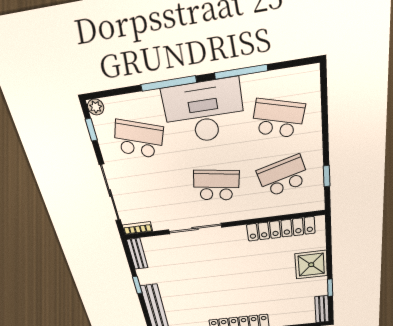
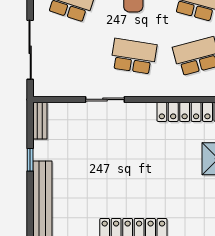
bookcase: (137, 228) -> (47, 91), removed
sliding door: (195, 228) -> (105, 99), width x0.73

